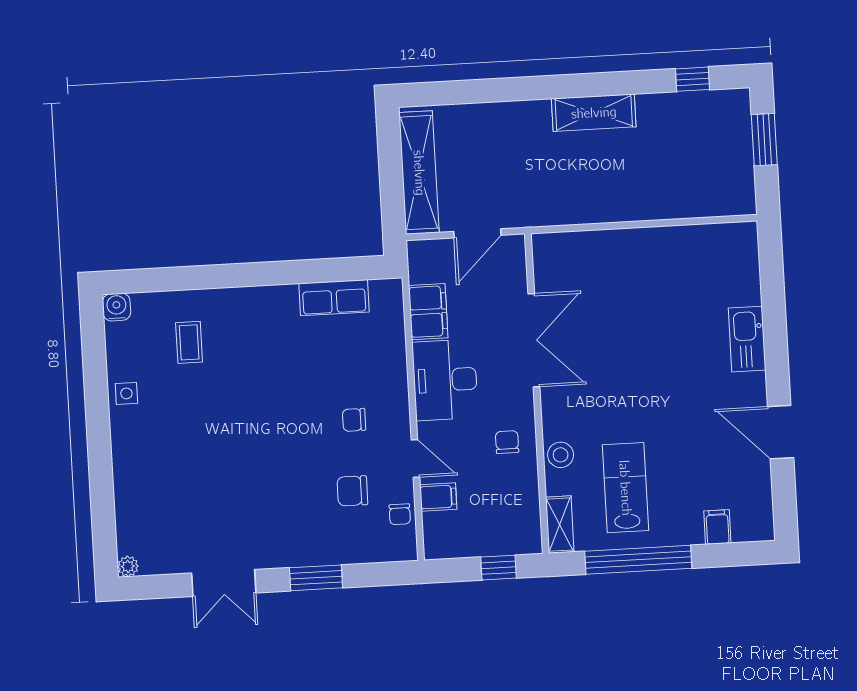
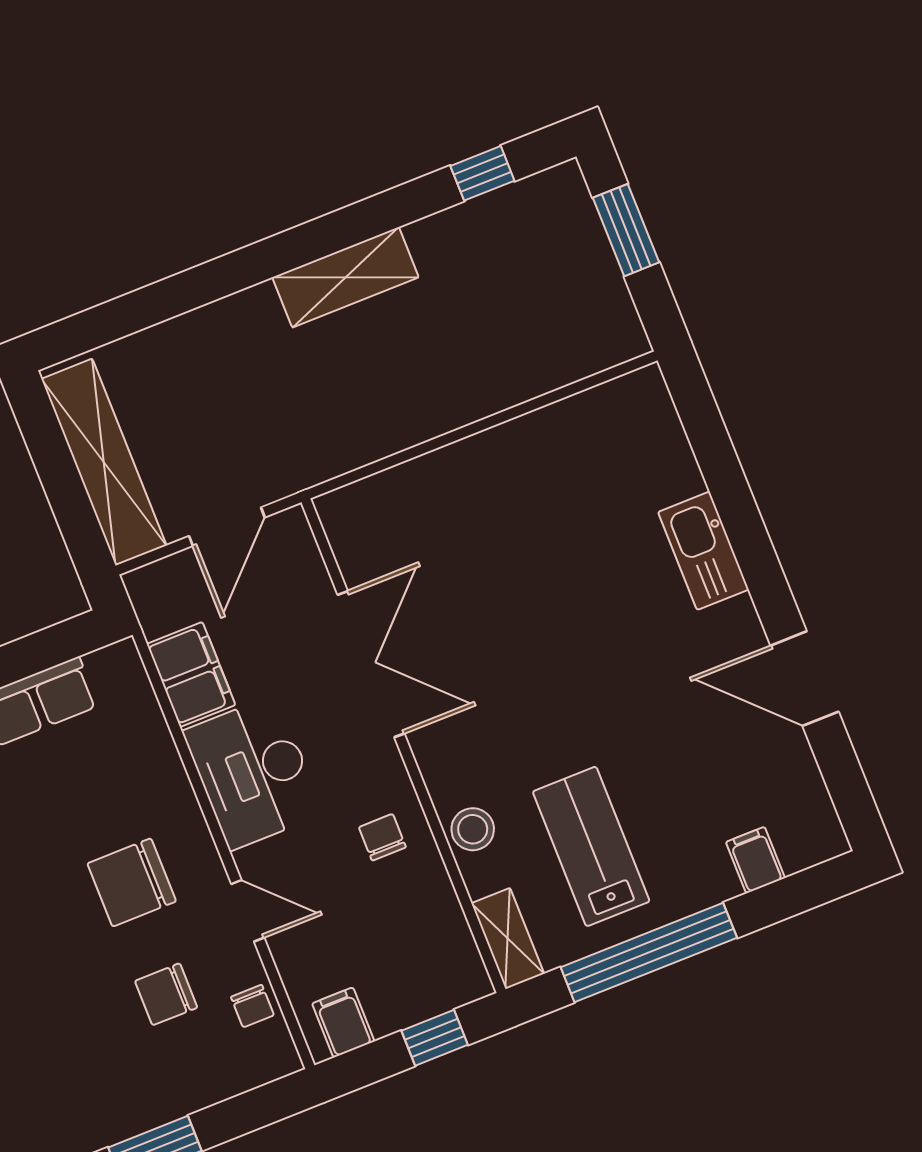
chair: (354, 420) -> (132, 882), width x1.87, depth x1.87
filing cabinet: (438, 497) -> (343, 1022), moved, turned -90

